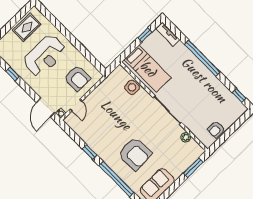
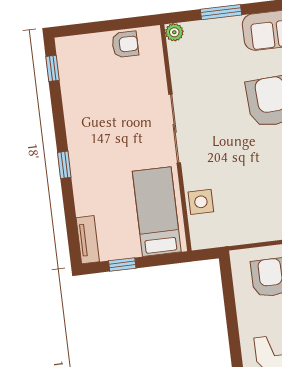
window: (202, 58) -> (64, 165), width x0.32
plant: (186, 137) -> (174, 32), moved
window: (193, 168) -> (221, 12), moved

